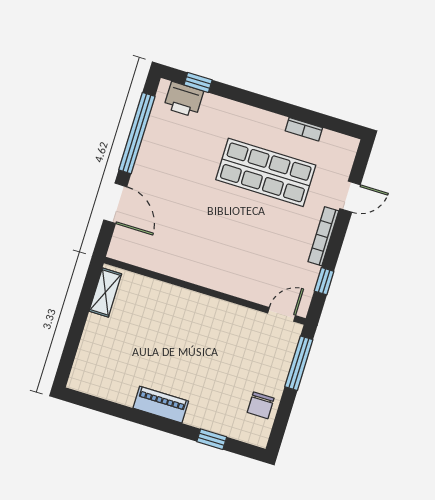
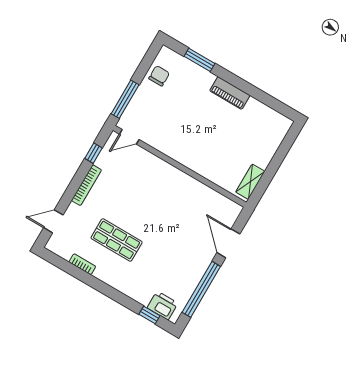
shop shelf: (266, 172) -> (117, 240), width x0.70, depth x0.74
door: (350, 197) -> (53, 221), moved
window: (212, 439) -> (200, 60), width x1.50

